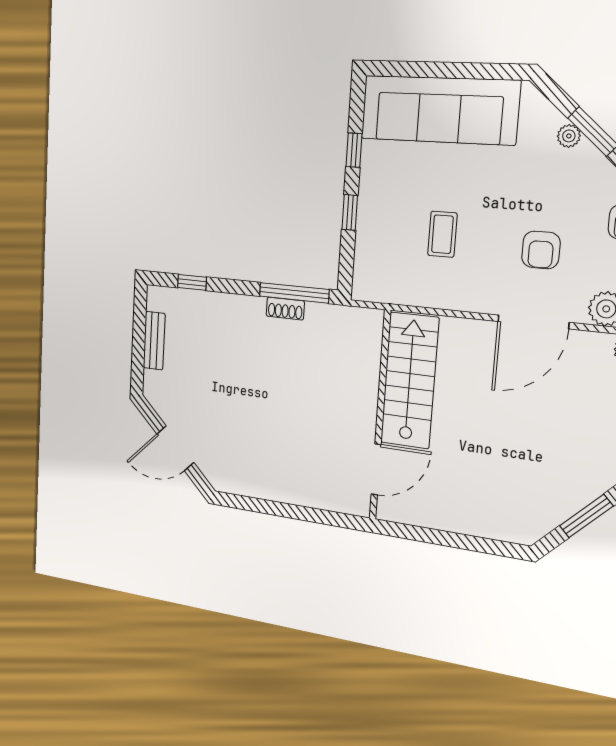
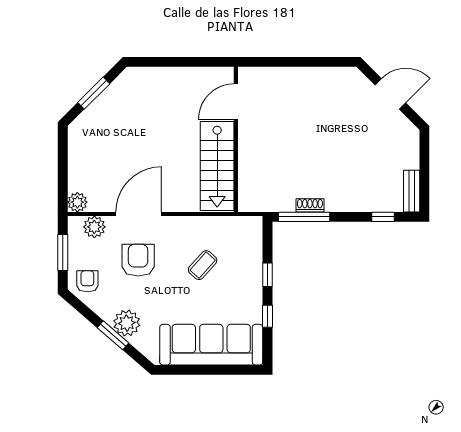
plant: (569, 136) -> (127, 323), width x1.87, depth x1.87
coffee table: (442, 234) -> (203, 265), turned 42
armchair: (541, 250) -> (138, 260), width x1.38, depth x1.38
bench: (154, 341) -> (412, 191), moved

